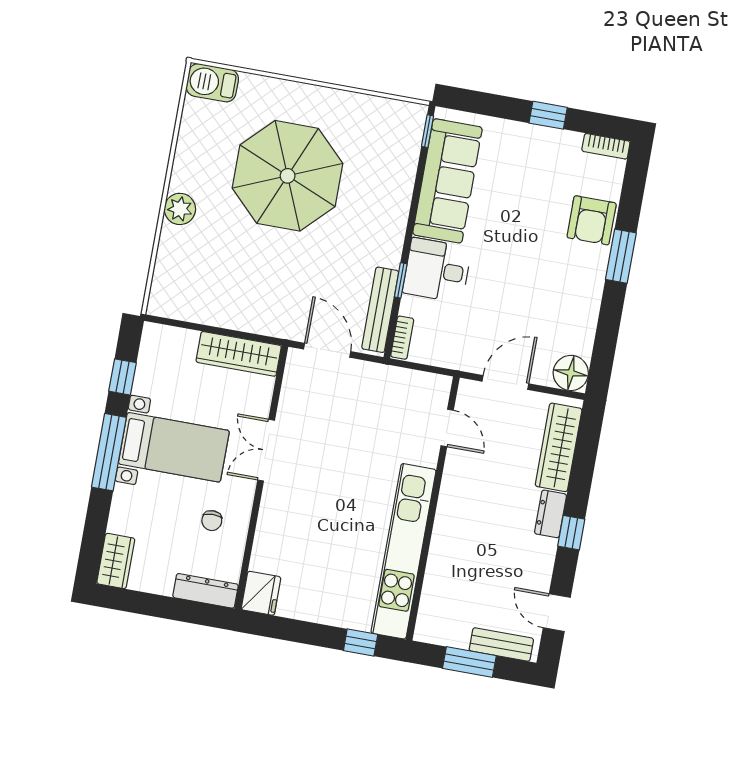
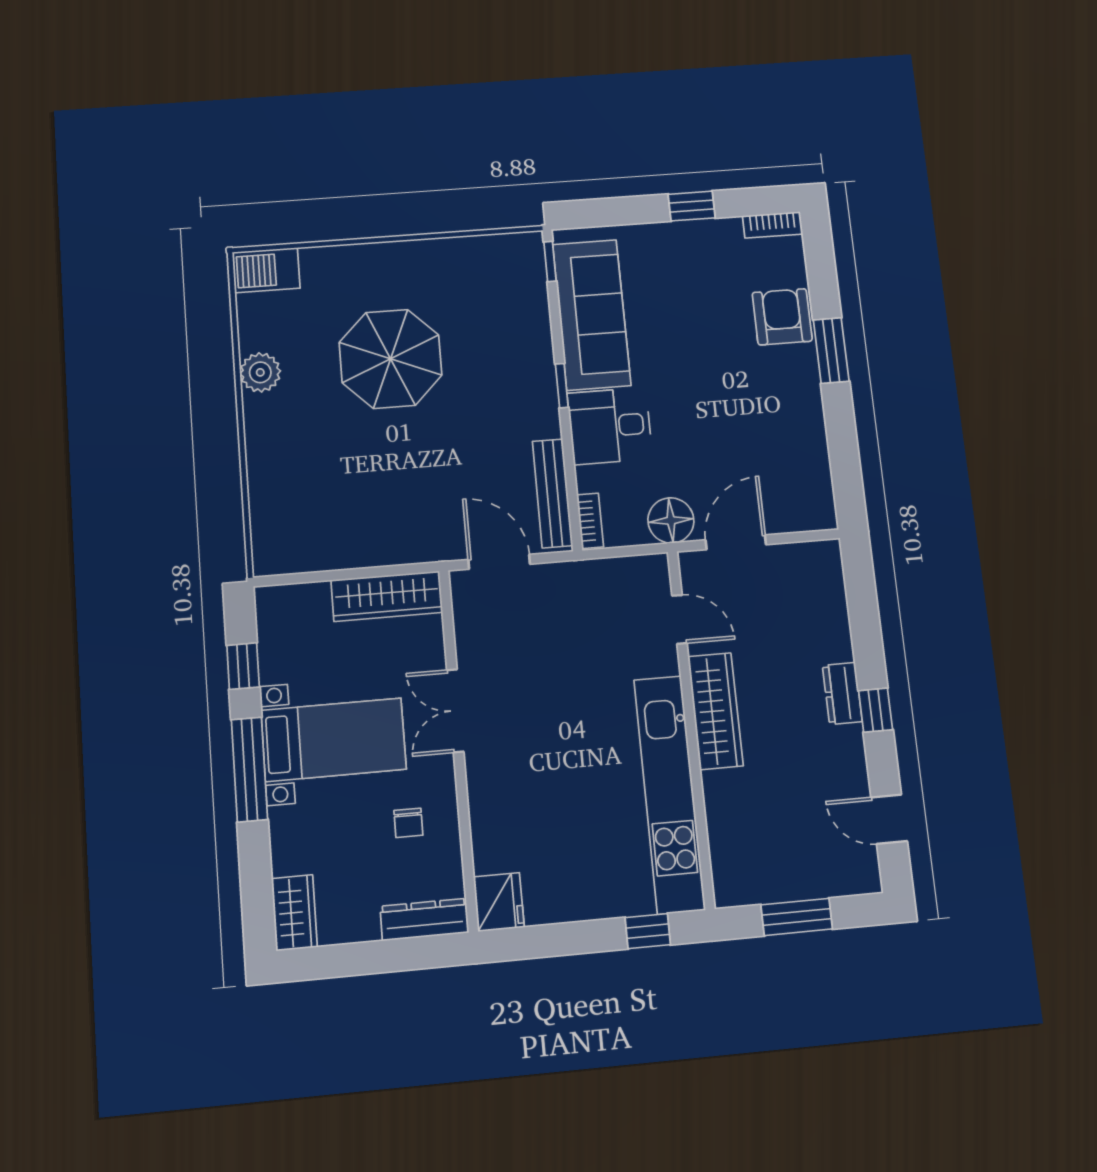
parasol: (288, 176) -> (391, 359), width x0.73, depth x0.73
plant: (180, 209) -> (260, 372), moved
armchair: (592, 220) -> (782, 317), turned 180
window: (401, 280) -> (562, 386), moved
floor lamp: (571, 373) -> (671, 520), moved
wardrobe: (559, 447) -> (715, 711), moved, turned 180
bench: (501, 645) -> (831, 882), removed

